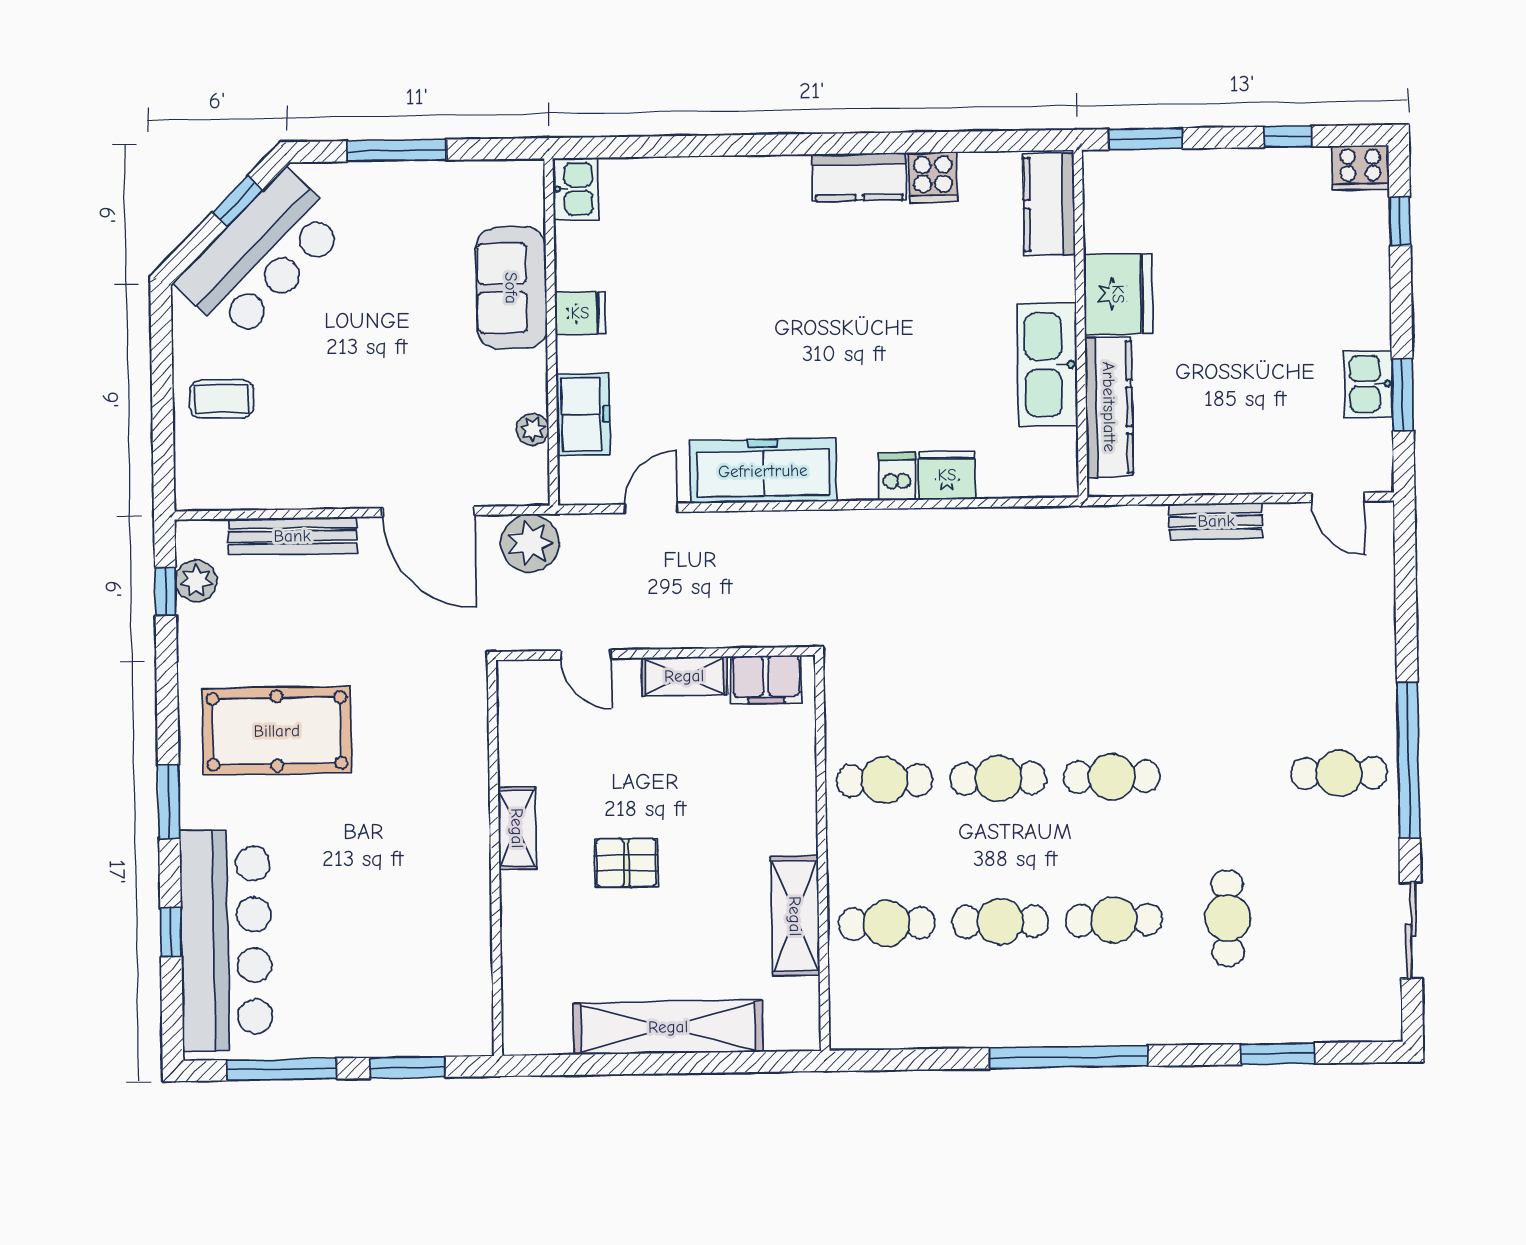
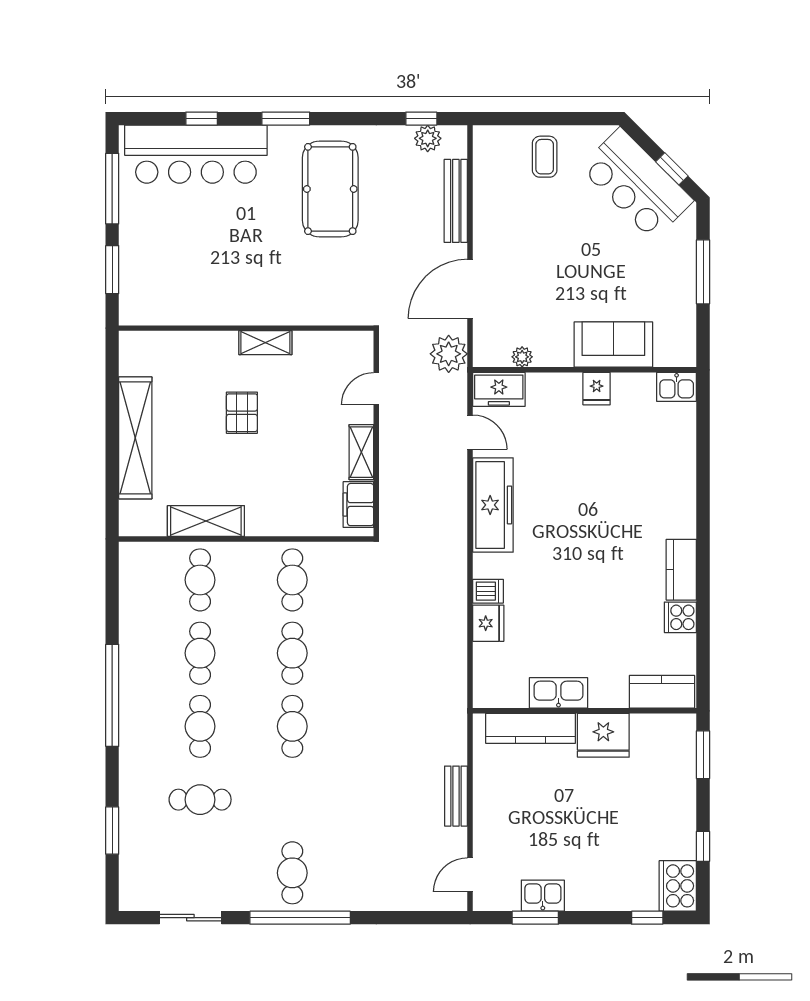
cooker: (1360, 168) -> (678, 886), width x1.37, depth x1.31
kitchen sink: (1047, 365) -> (558, 693), width x0.73, depth x0.81
freezer: (583, 415) -> (499, 389), moved

